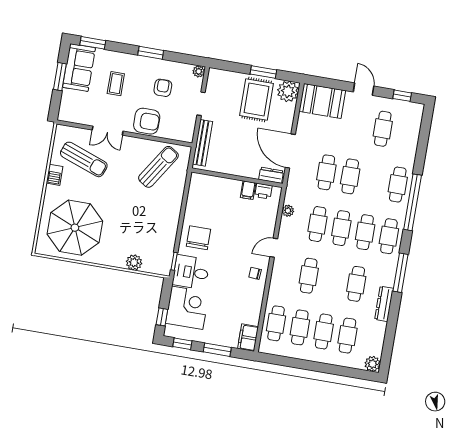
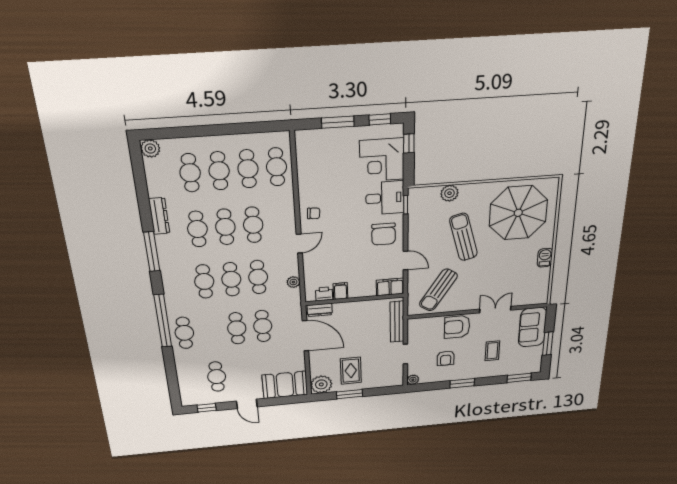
sofa: (79, 68) -> (533, 327), moved
rug: (257, 99) -> (351, 371), width x0.73, depth x0.70
sun lounger: (84, 159) -> (463, 237), moved, turned 55
door: (184, 206) -> (405, 260), added
cafe table: (389, 236) -> (225, 227), moved
filing cabinet: (248, 338) -> (390, 287), moved, turned -90

